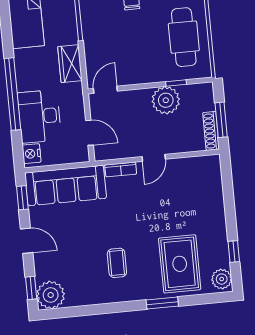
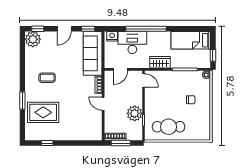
plant: (222, 279) -> (33, 135), removed

